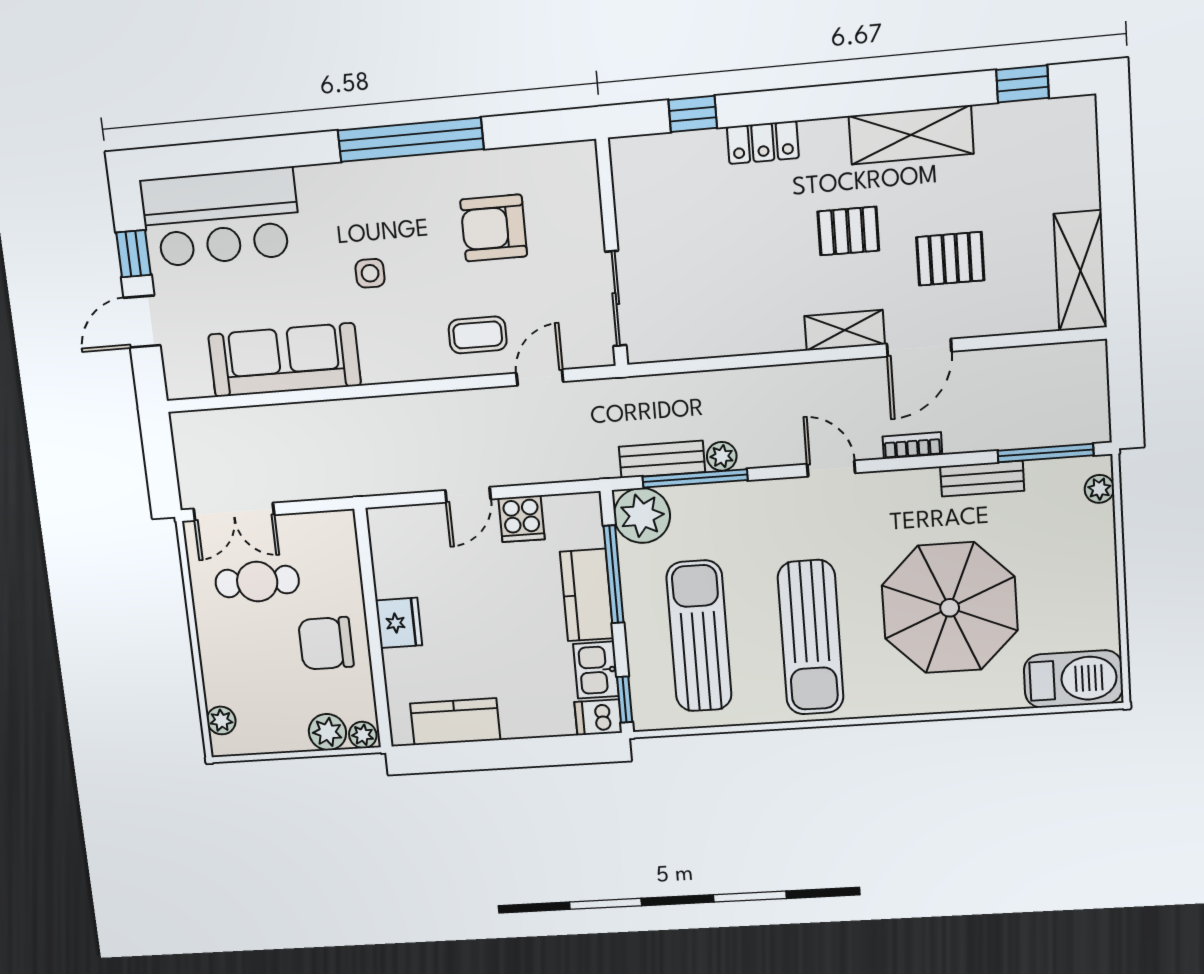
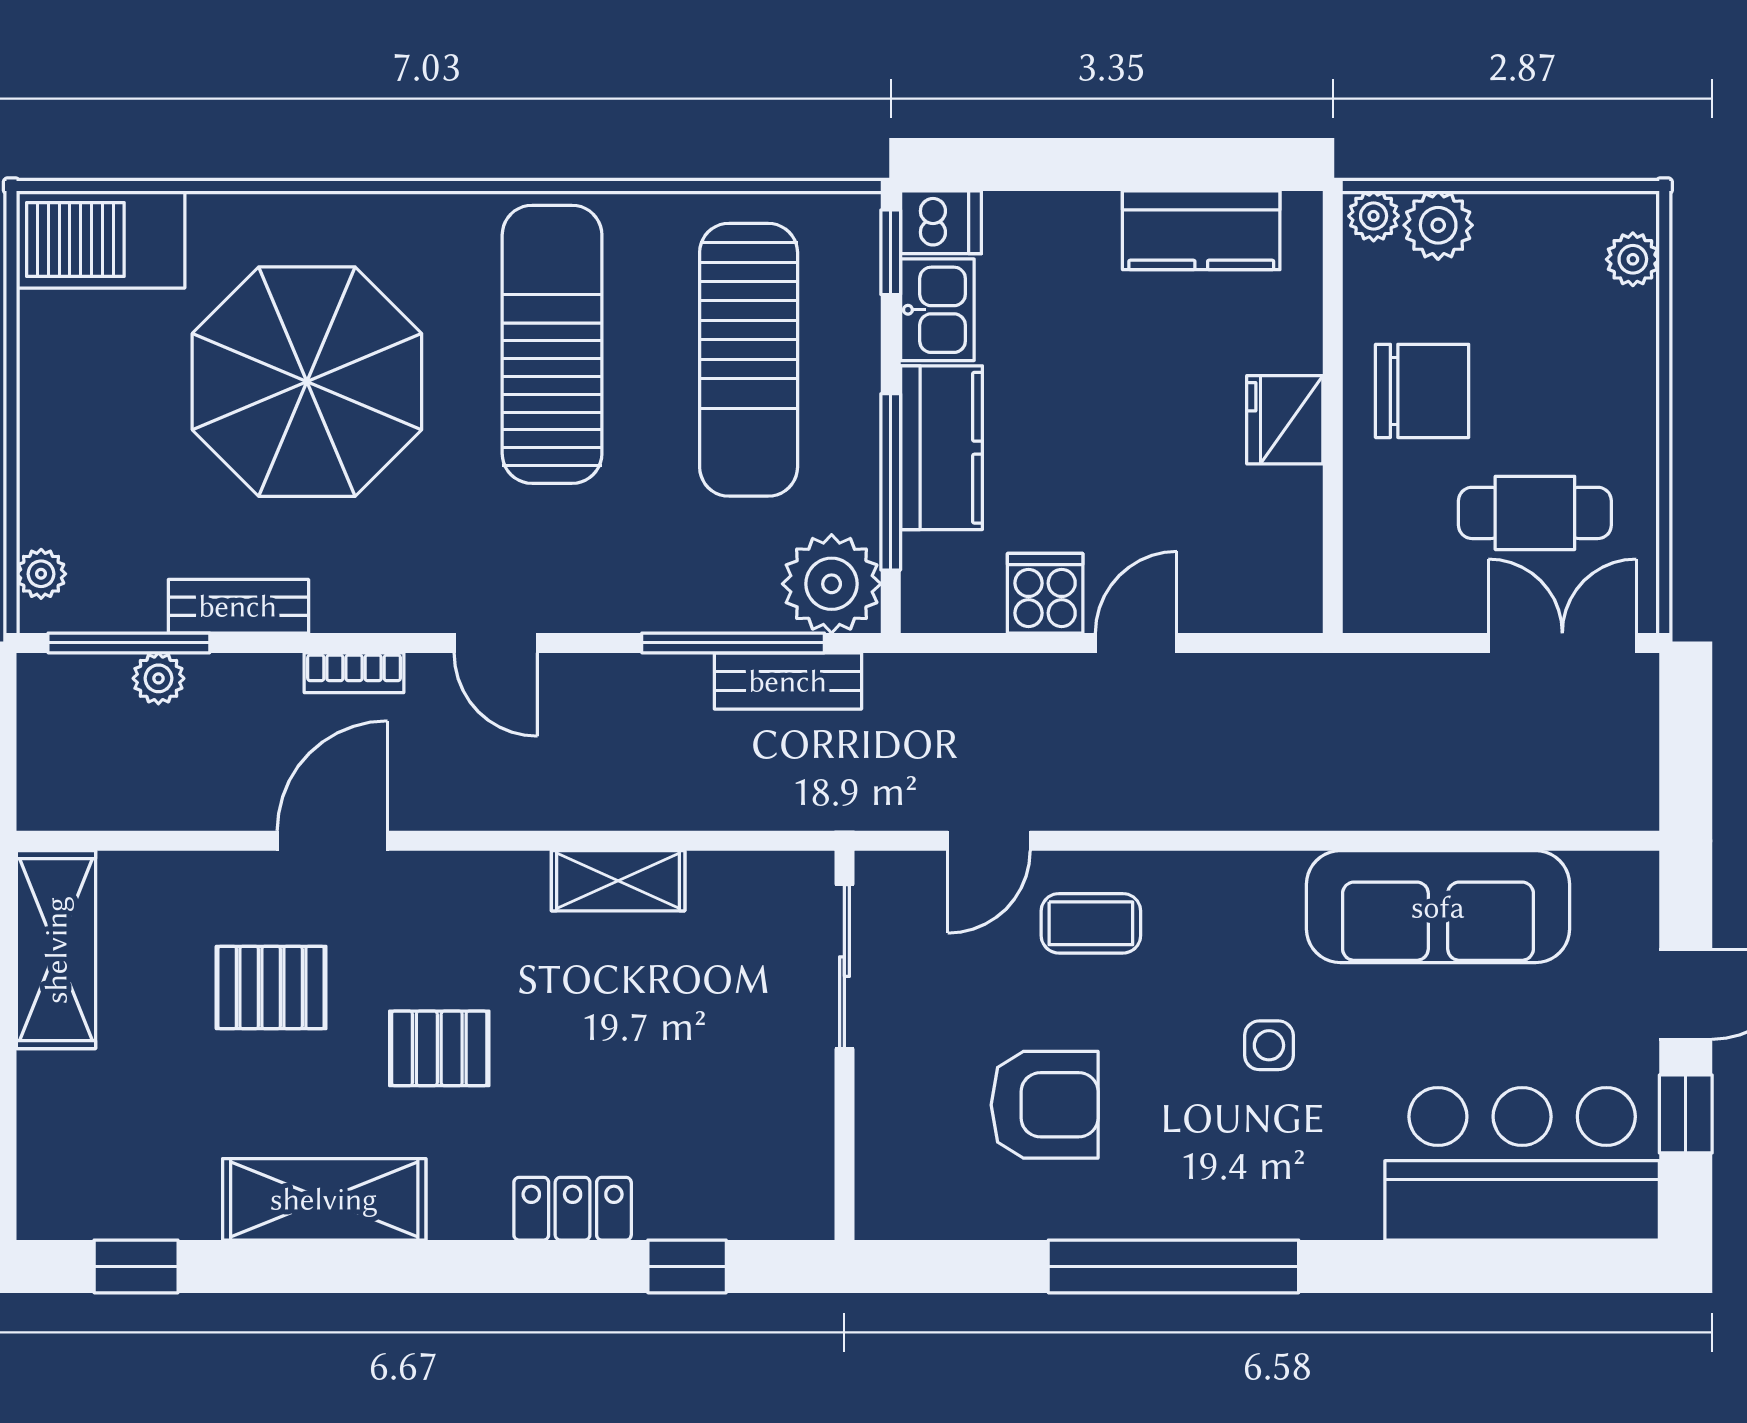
shelving: (845, 330) -> (618, 881), moved
plant: (722, 456) -> (158, 678), moved

